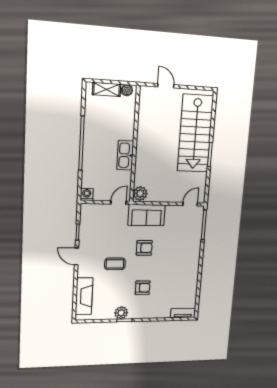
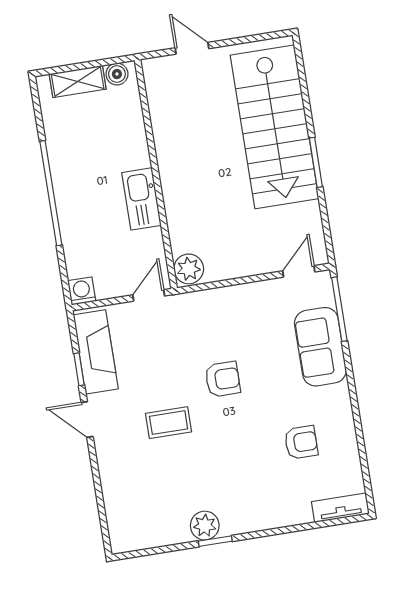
sofa: (147, 215) -> (320, 347), moved, turned 90
armchair: (143, 288) -> (301, 442), moved
fireplace: (84, 296) -> (96, 352), moved

